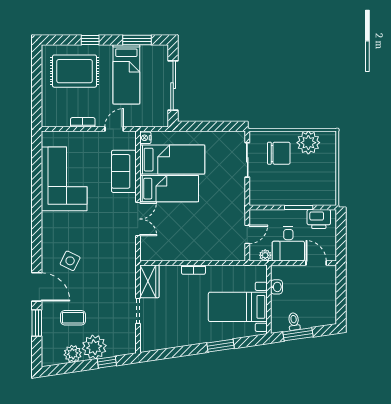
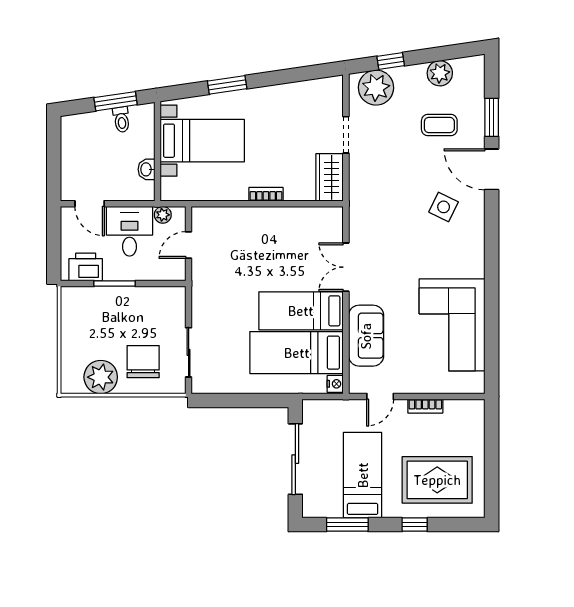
chair: (279, 153) -> (143, 362), turned 90
plant: (94, 347) -> (376, 88), moved

